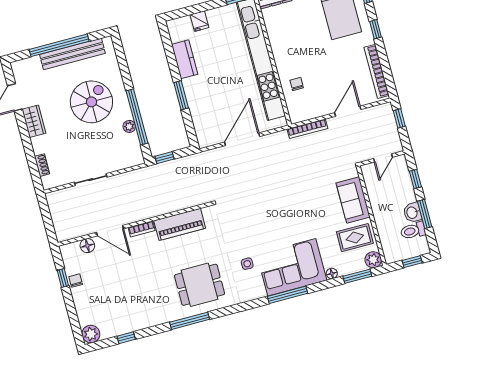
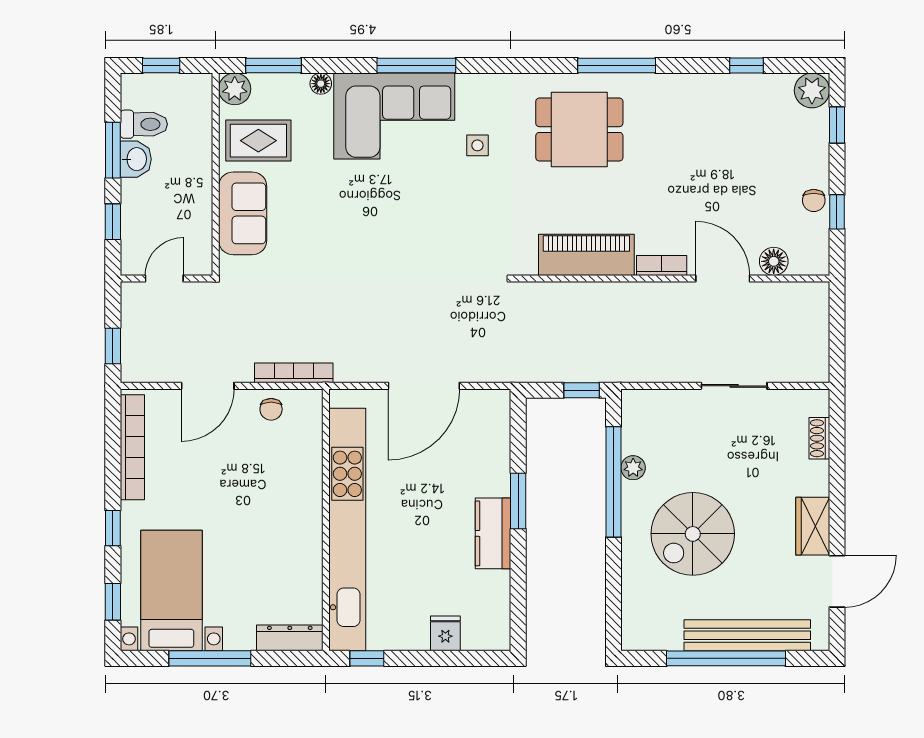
bench: (72, 54) -> (747, 635), moved
kitchen counter: (185, 59) -> (493, 533), moved
chair: (297, 84) -> (271, 409), moved
window: (74, 320) -> (837, 125), added

